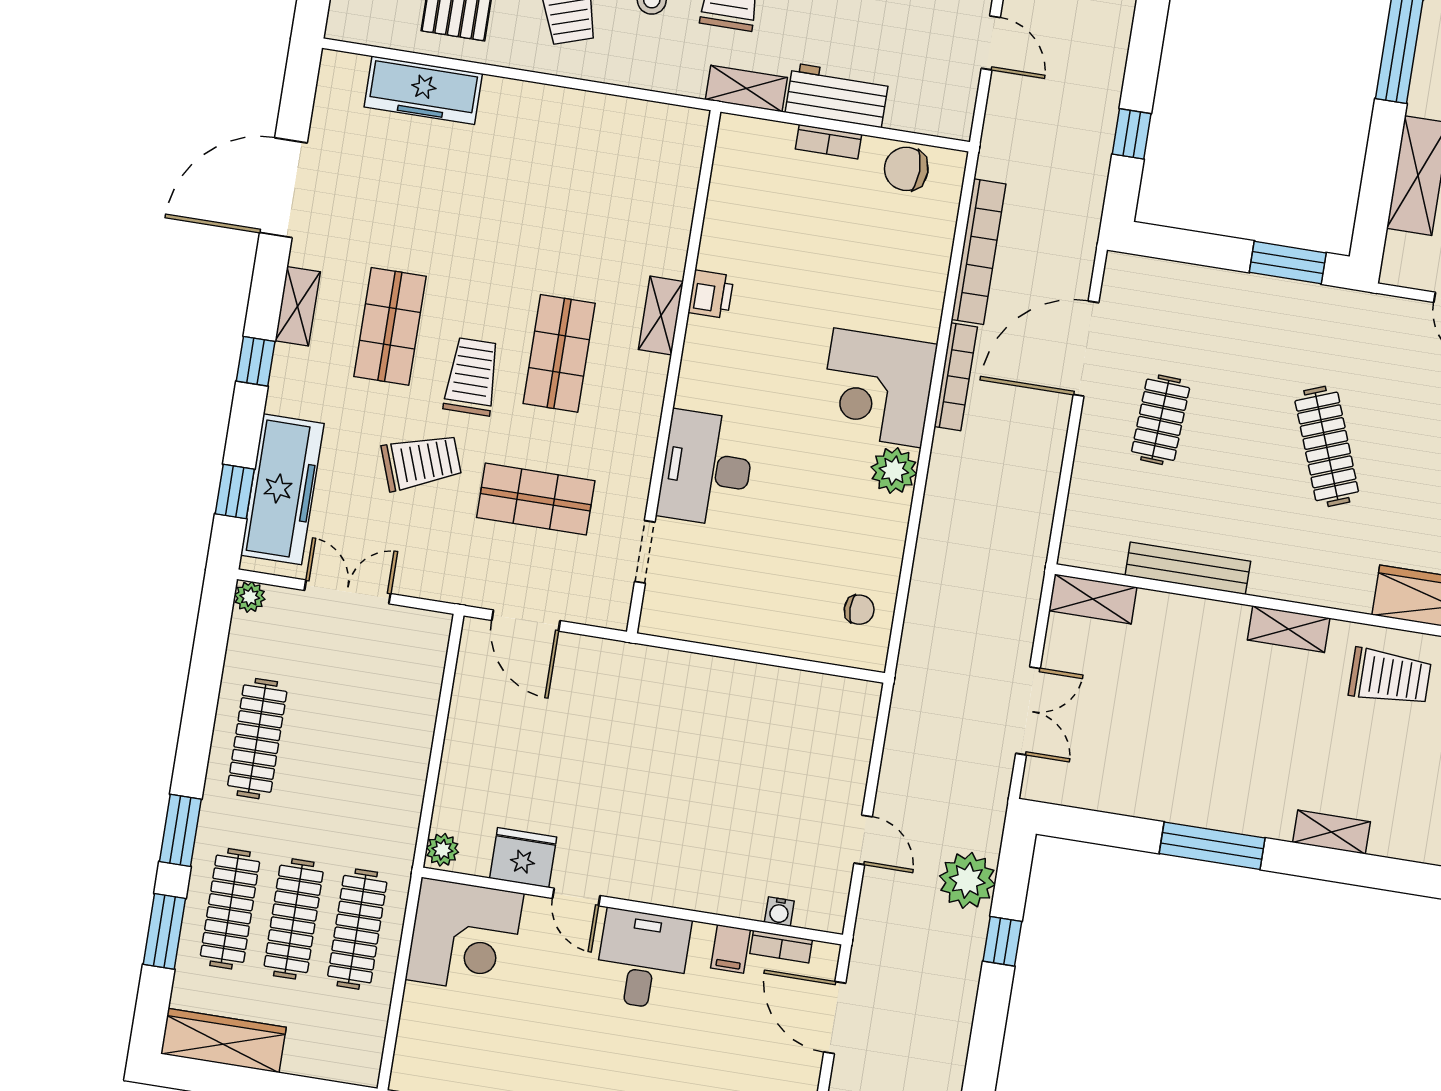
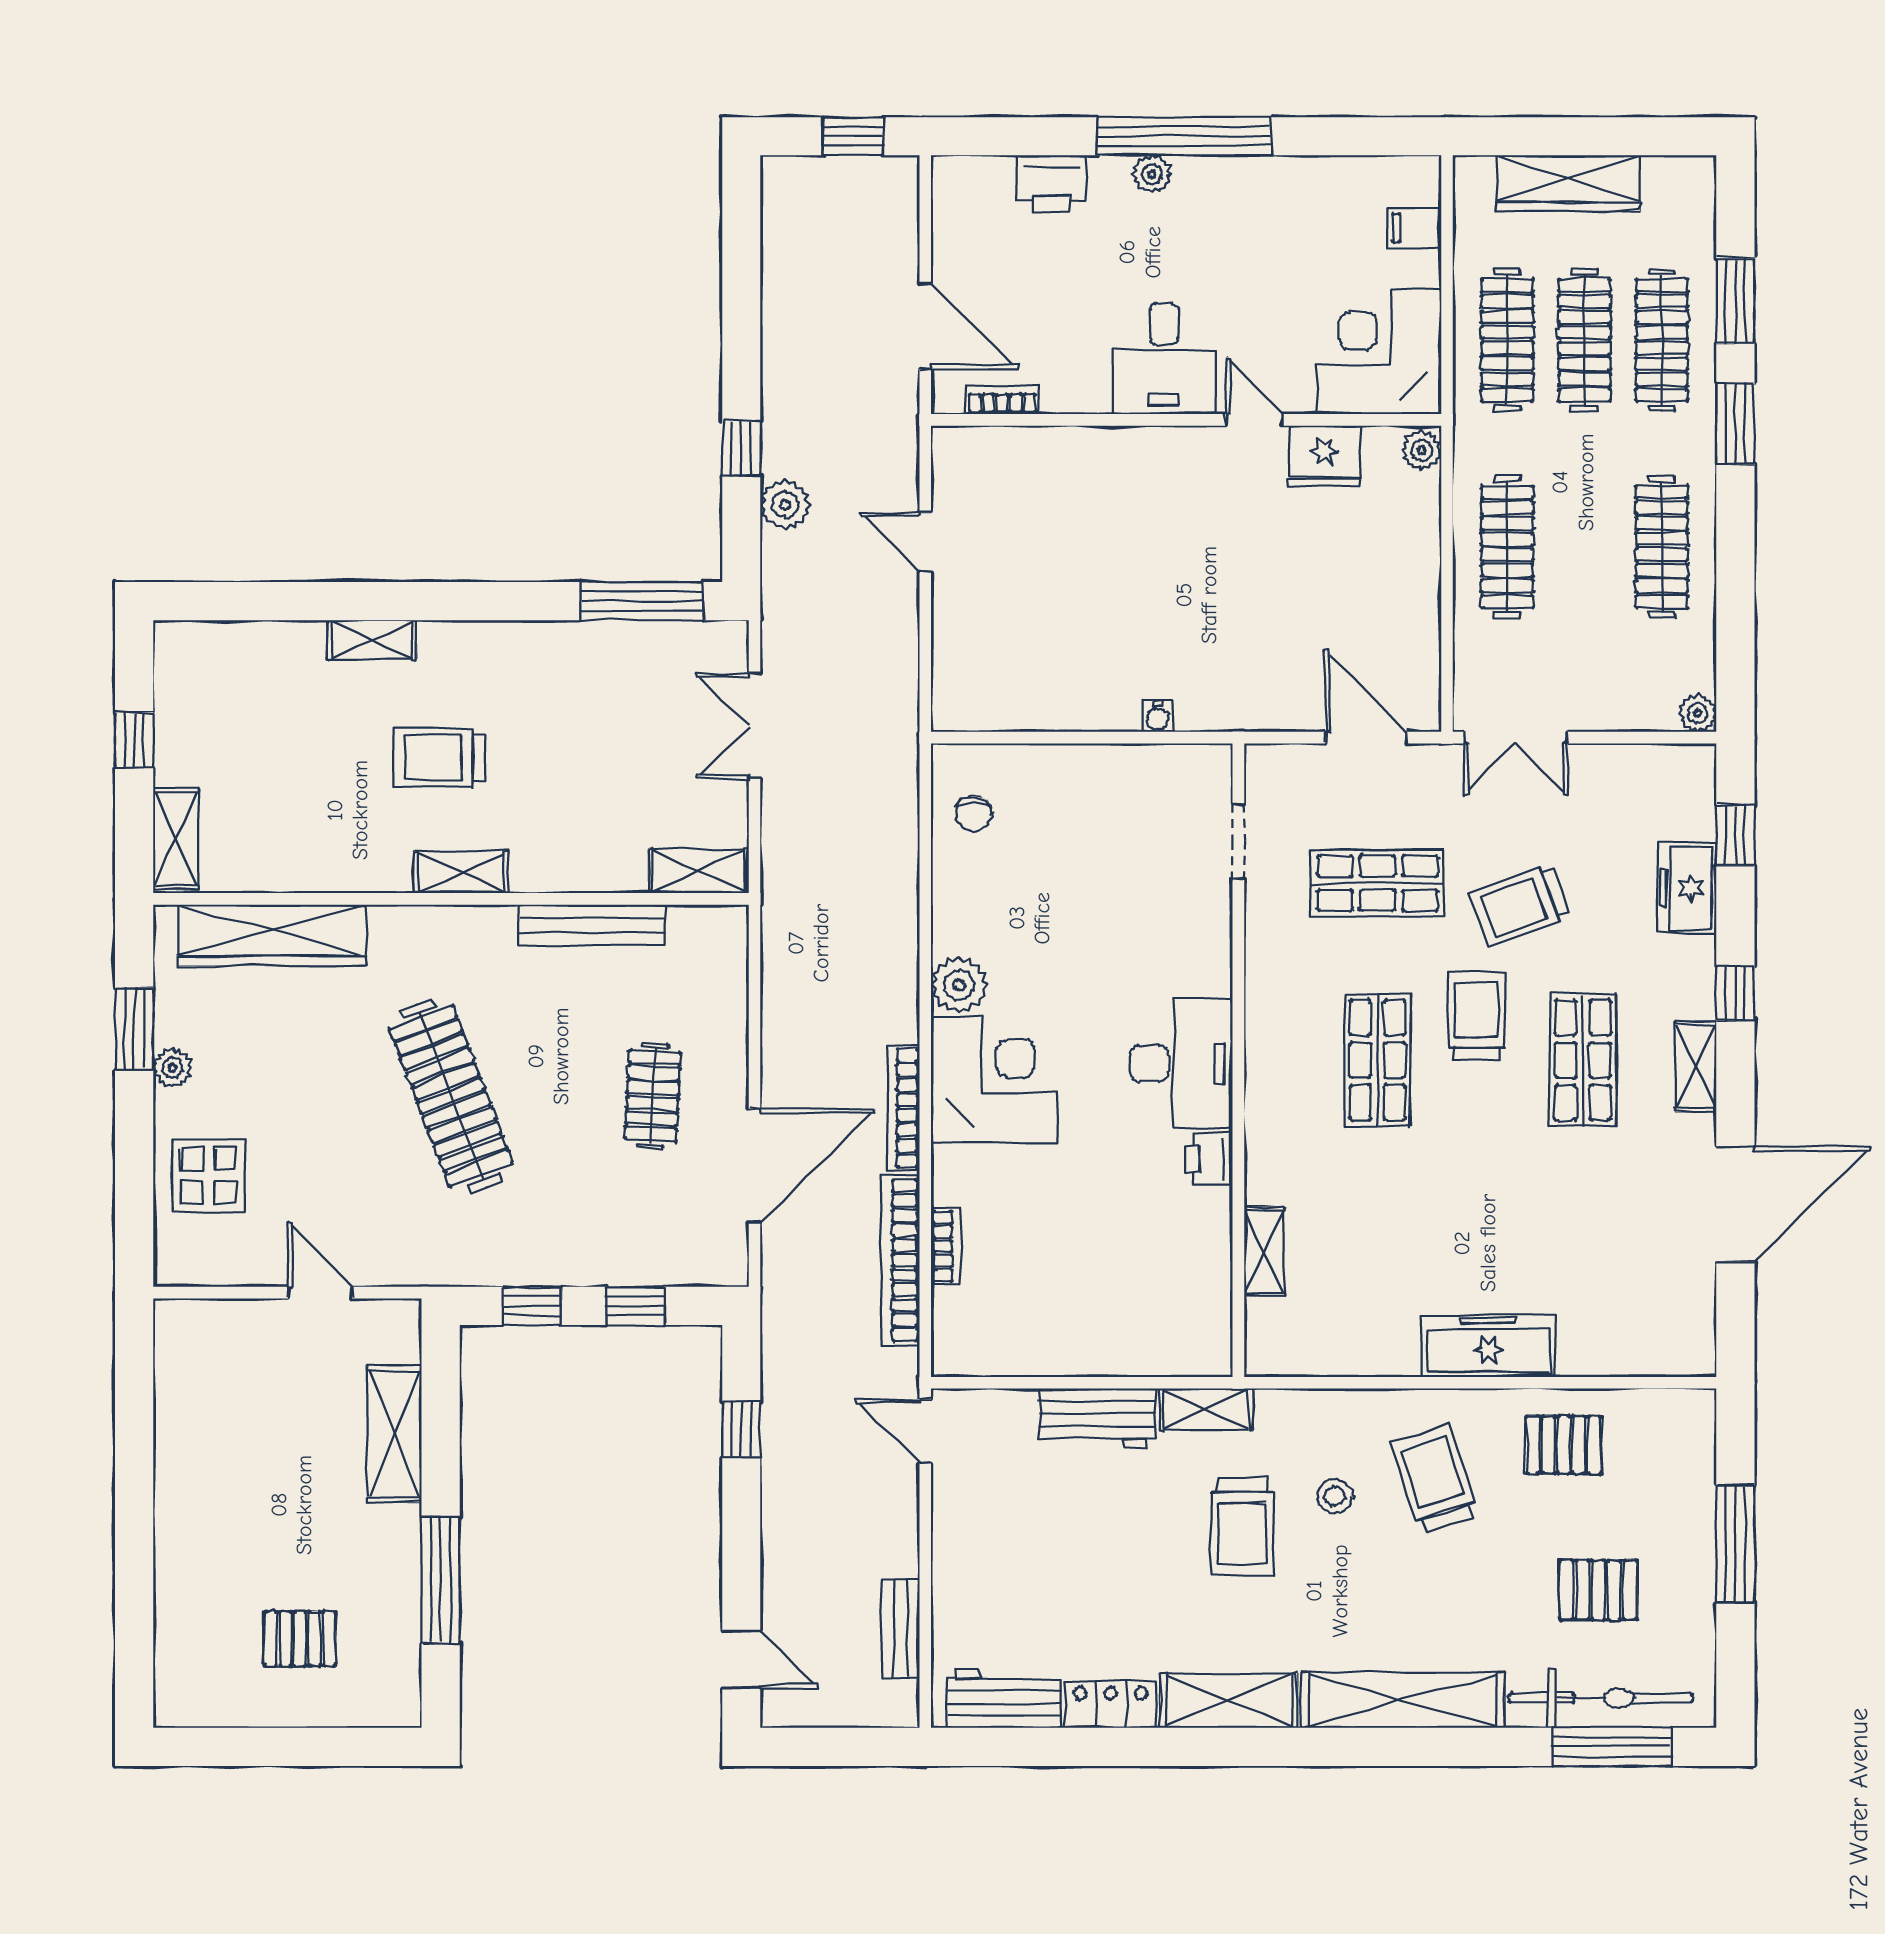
door: (991, 43) -> (925, 1431), moved
freezer: (423, 90) -> (1488, 1346), moved
bookcase: (828, 142) -> (946, 1246), moved, turned 90
chair: (906, 169) -> (1001, 1345), removed
window: (1203, 249) -> (635, 1306), added
window: (1288, 263) -> (532, 1306), width x0.67
shelving: (661, 315) -> (1264, 1252), moved
trolley: (472, 377) -> (1476, 1016), turned 180
clothes rail: (1327, 446) -> (451, 1096), width x1.37, depth x1.31
desk: (706, 469) -> (1181, 1064), moved
freezer: (282, 489) -> (1687, 888), width x0.52, depth x0.79
double door: (347, 592) -> (1516, 738), moved
chair: (859, 610) -> (974, 814), turned -90
trolley: (1390, 677) -> (440, 758), moved
clothes rail: (385, 759) -> (1507, 547), added
window: (1212, 846) -> (642, 601), moved
plant: (967, 880) -> (785, 505), width x0.73, depth x0.73
water cooler: (779, 912) -> (1157, 716), moved, turned 180
filing cabinet: (730, 949) -> (1415, 228), moved, turned -90
wardrobe: (223, 1041) -> (1568, 183), moved

